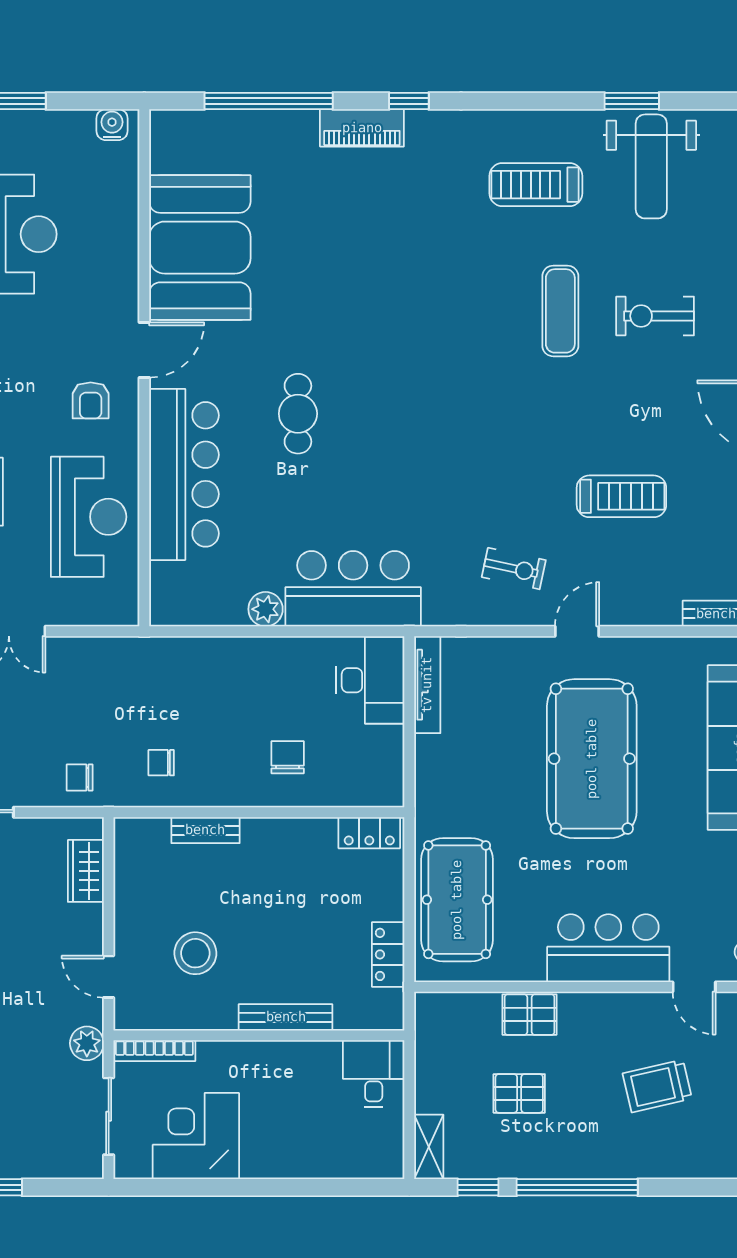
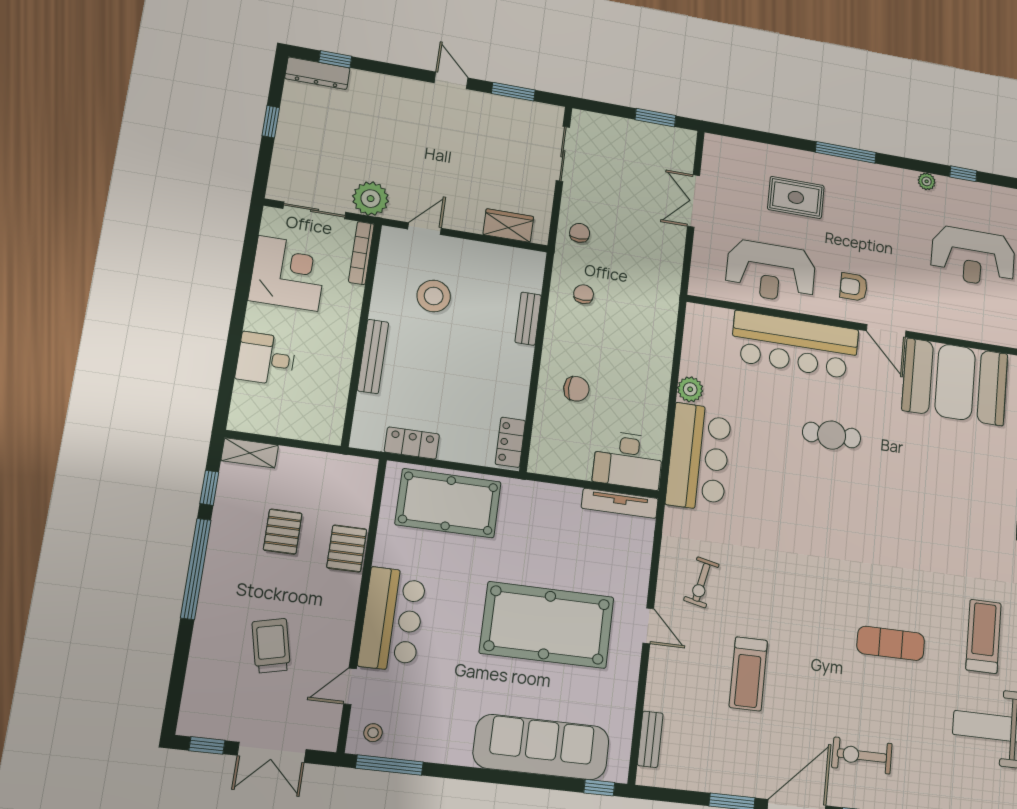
exercise bike: (655, 316) -> (862, 756), moved, turned -90
plant: (87, 1043) -> (371, 199), width x1.36, depth x1.36
desk: (374, 1073) -> (266, 359), moved, turned 180

